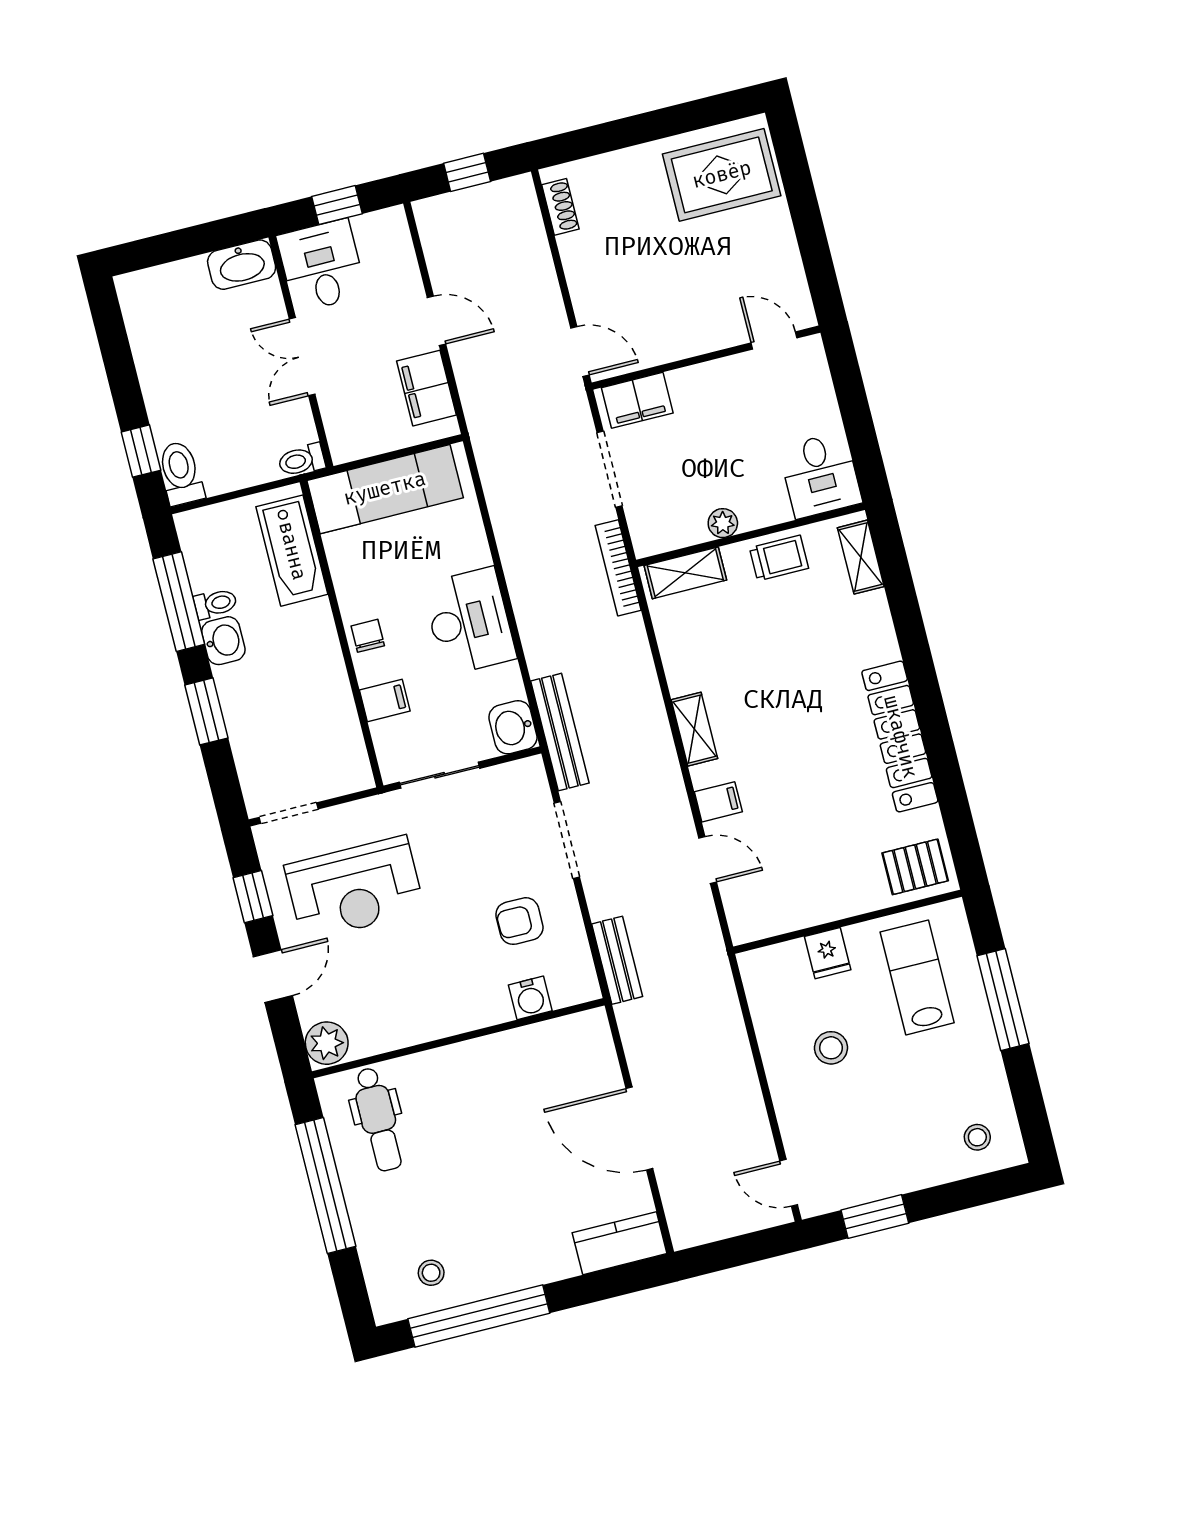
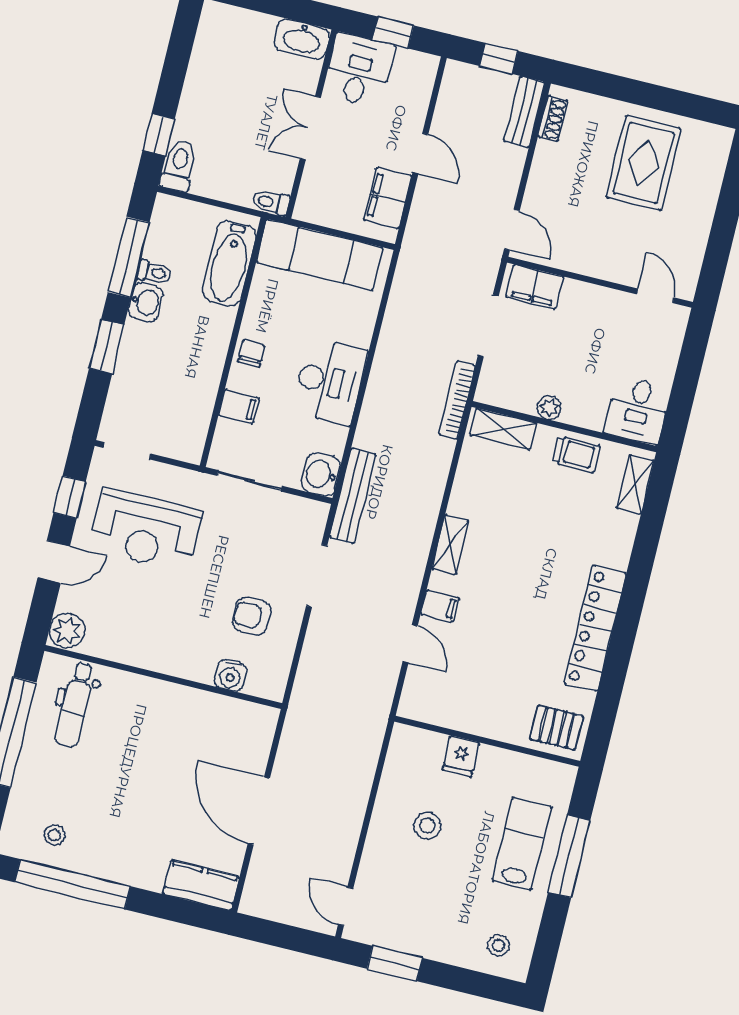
rug: (722, 175) -> (644, 163), moved, turned 90
bench: (617, 960) -> (524, 112), moved
lab bench: (917, 977) -> (522, 844), moved

